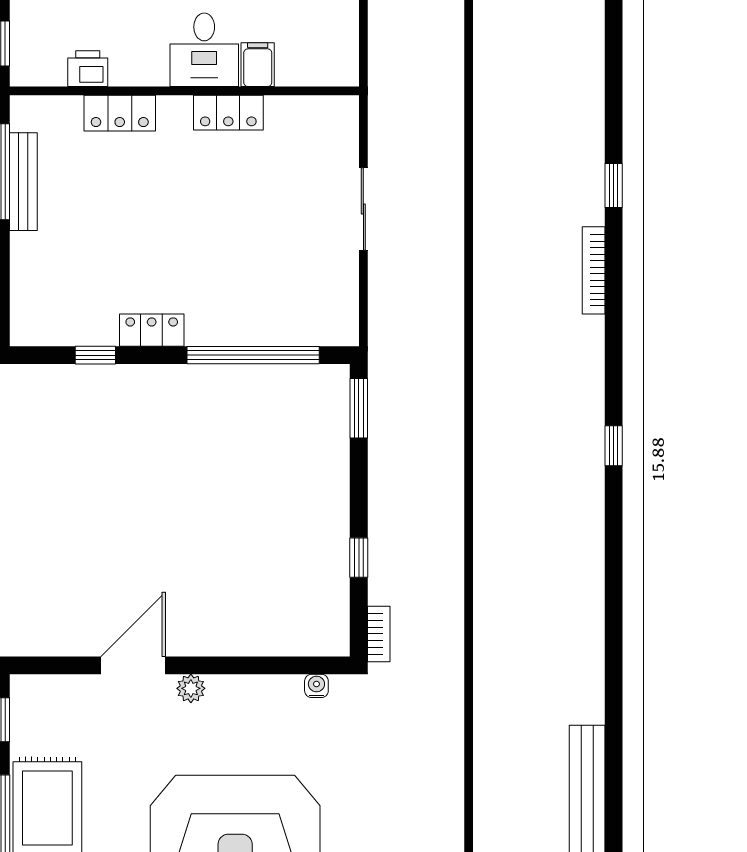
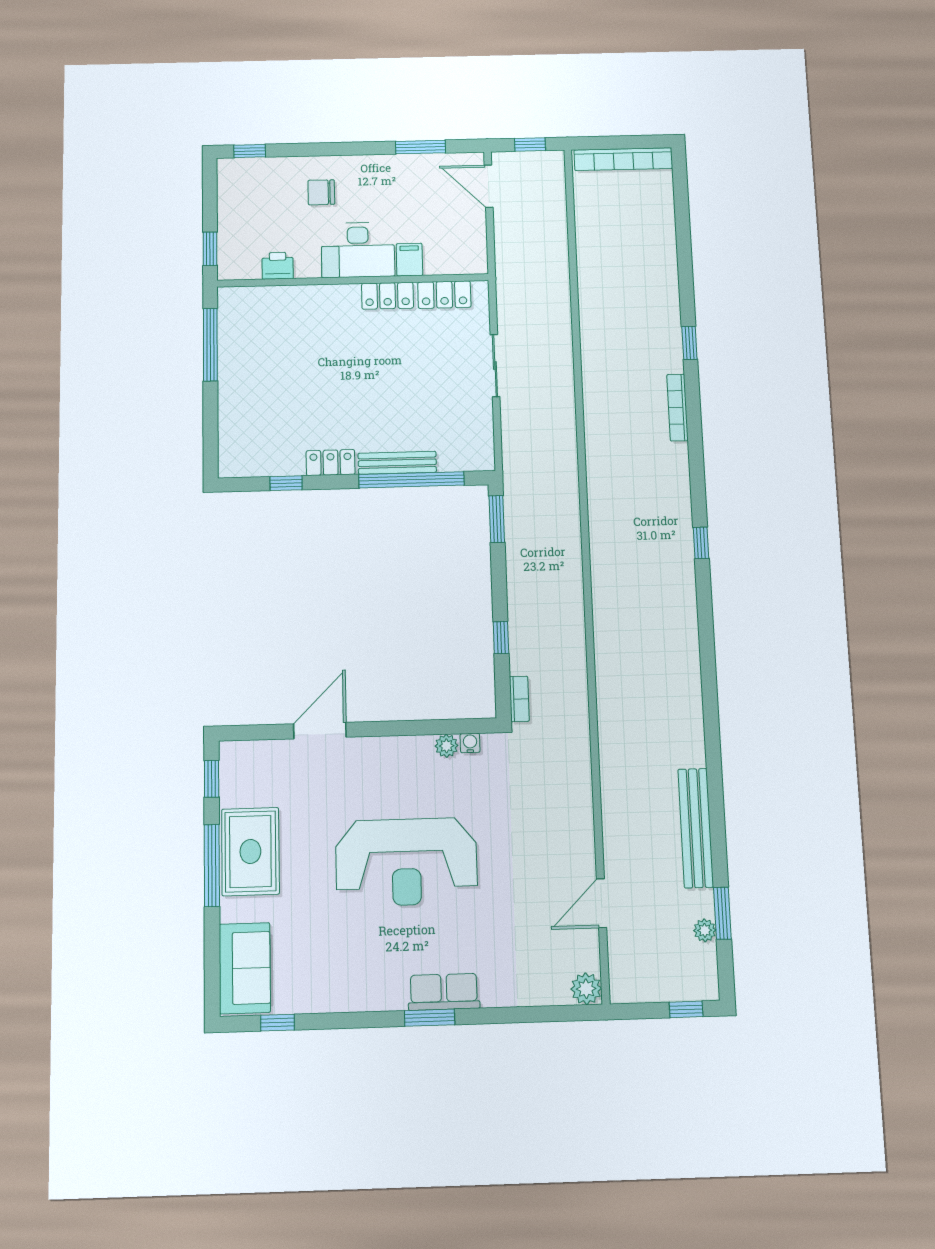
desk: (204, 50) -> (358, 250), width x1.37
locker: (120, 113) -> (444, 295), moved
bench: (23, 182) -> (397, 463), moved, turned 90
plant: (191, 688) -> (447, 746), moved

